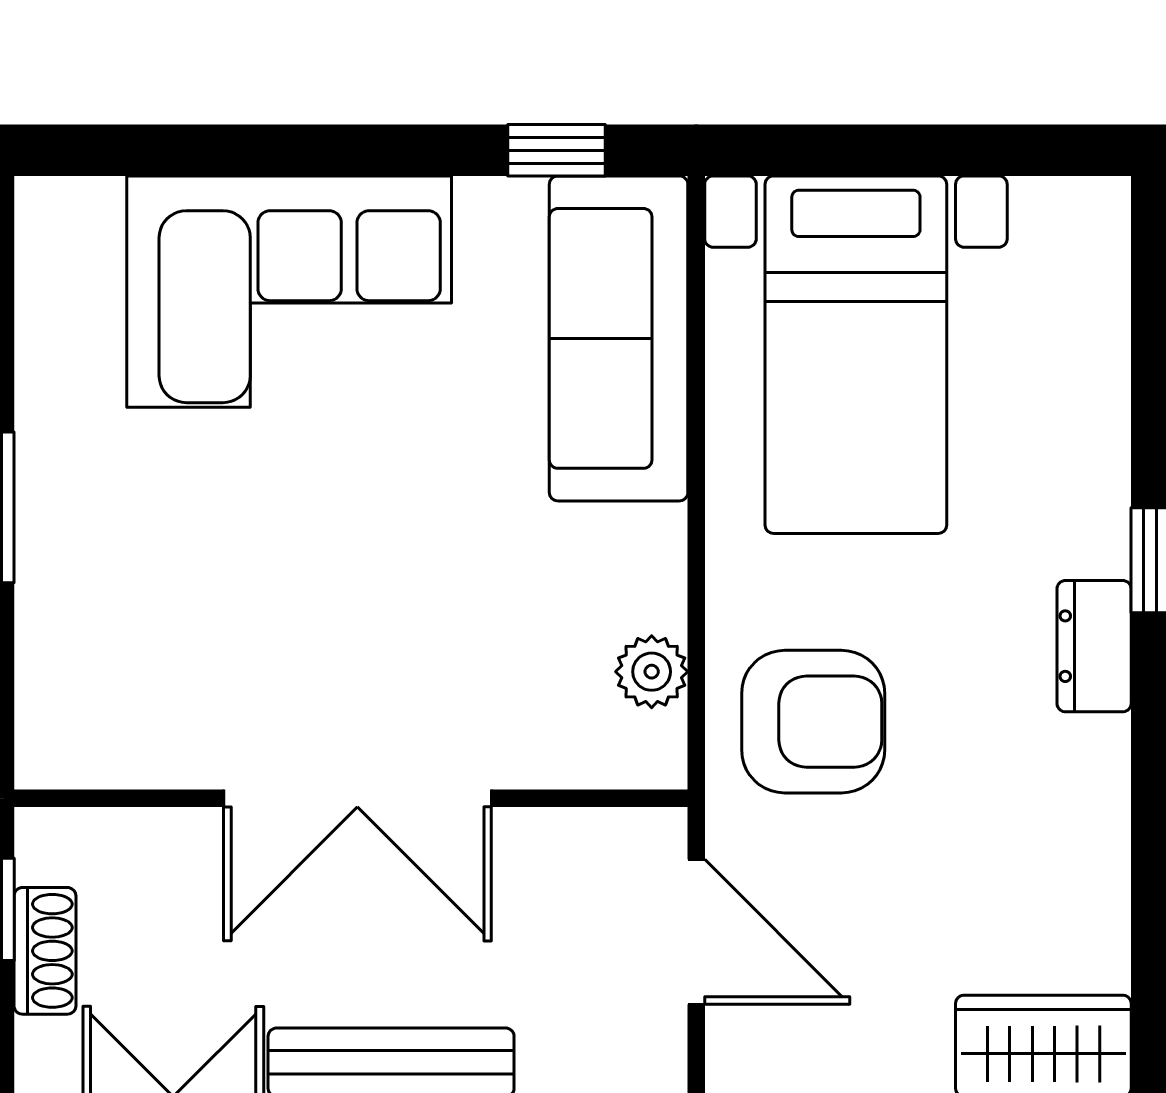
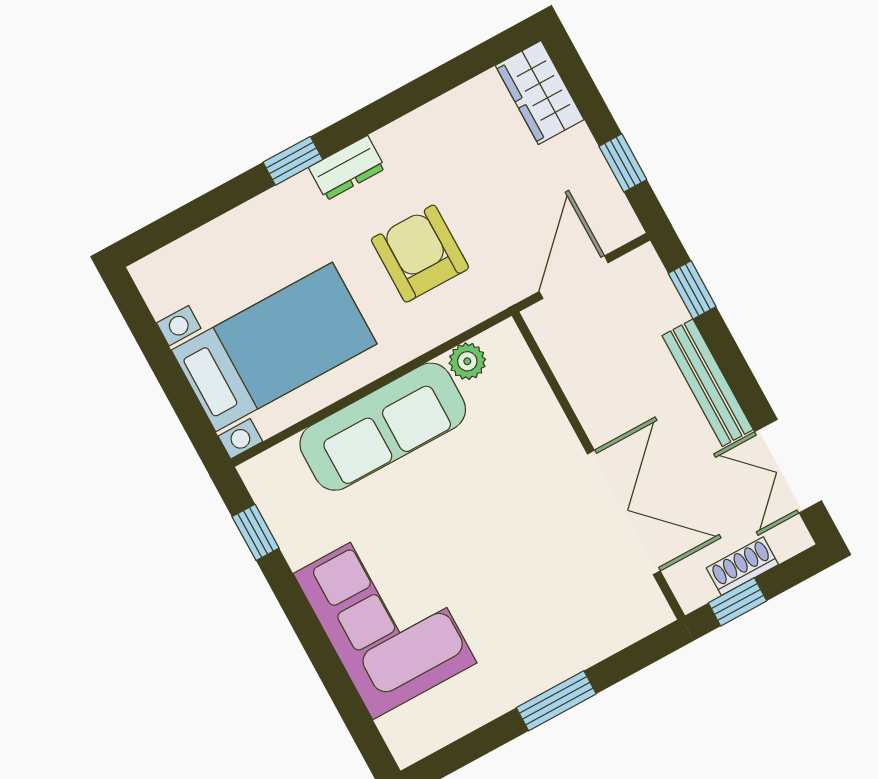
sofa: (619, 338) -> (383, 427), moved
armchair: (813, 722) -> (420, 254), moved
double door: (357, 798) -> (624, 512), moved

